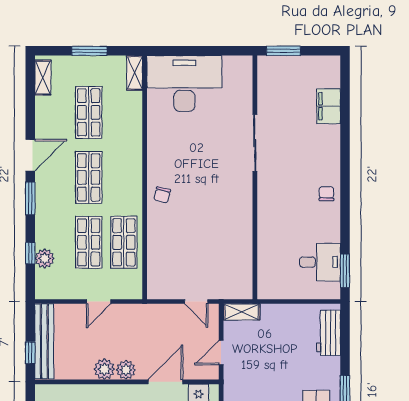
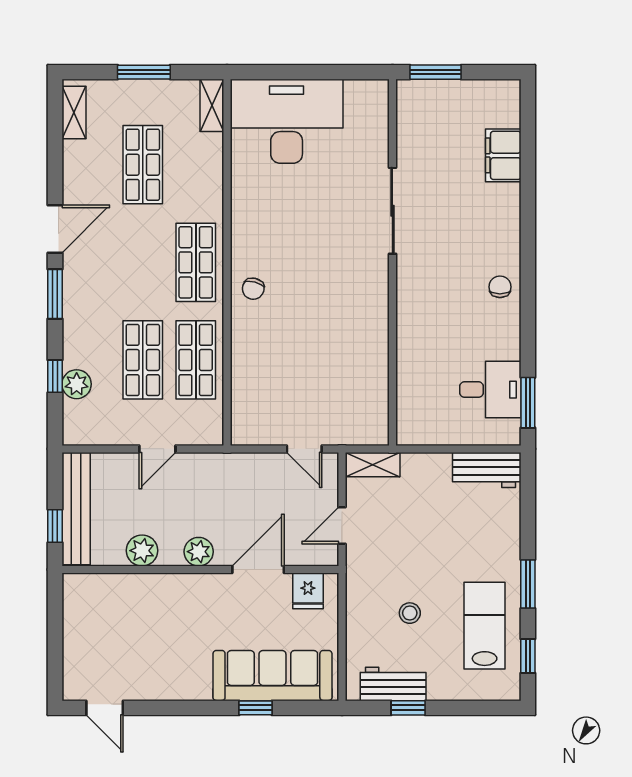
shop shelf: (89, 177) -> (196, 262), moved
workbench: (329, 333) -> (487, 470), moved, turned -90
plant: (104, 369) -> (142, 551), moved

